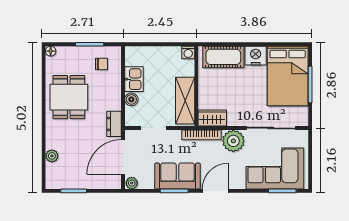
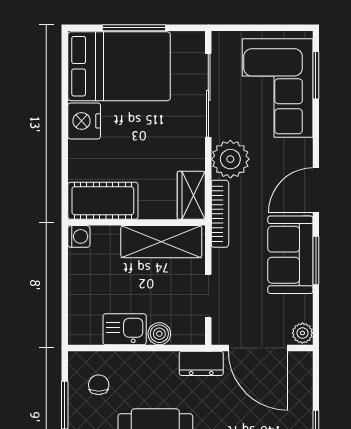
cot: (223, 57) -> (103, 201), moved, turned 90
door: (215, 191) -> (316, 190), hinge flipped

